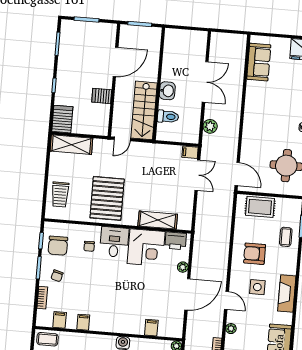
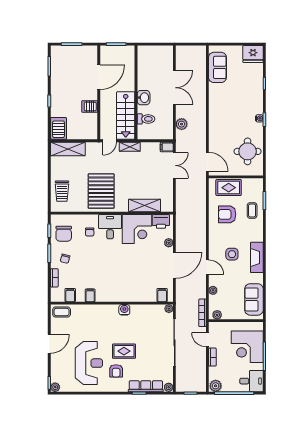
shelving: (146, 148) -> (130, 147), added
armchair: (255, 254) -> (227, 214), moved
filing cabinet: (151, 328) -> (162, 295), moved

